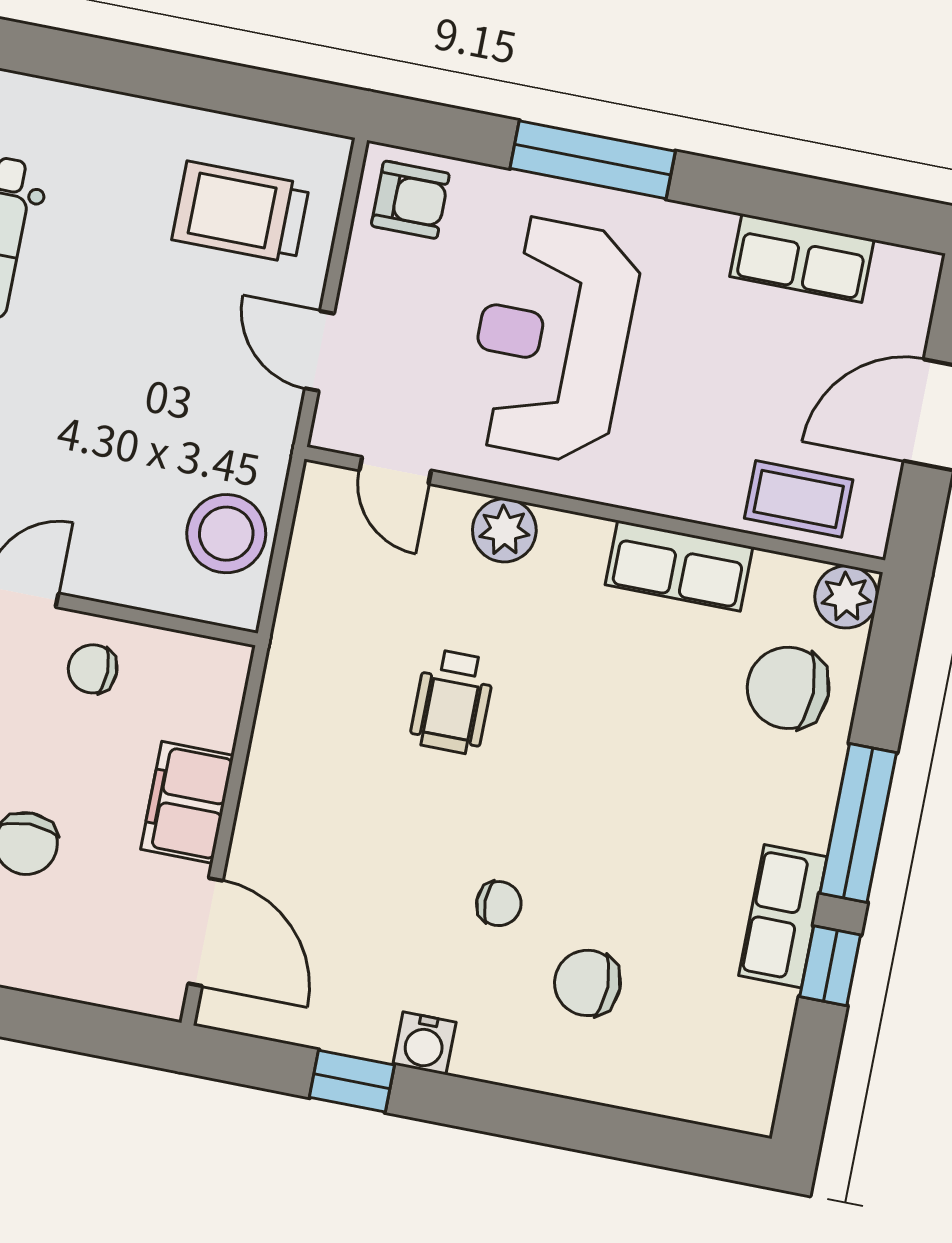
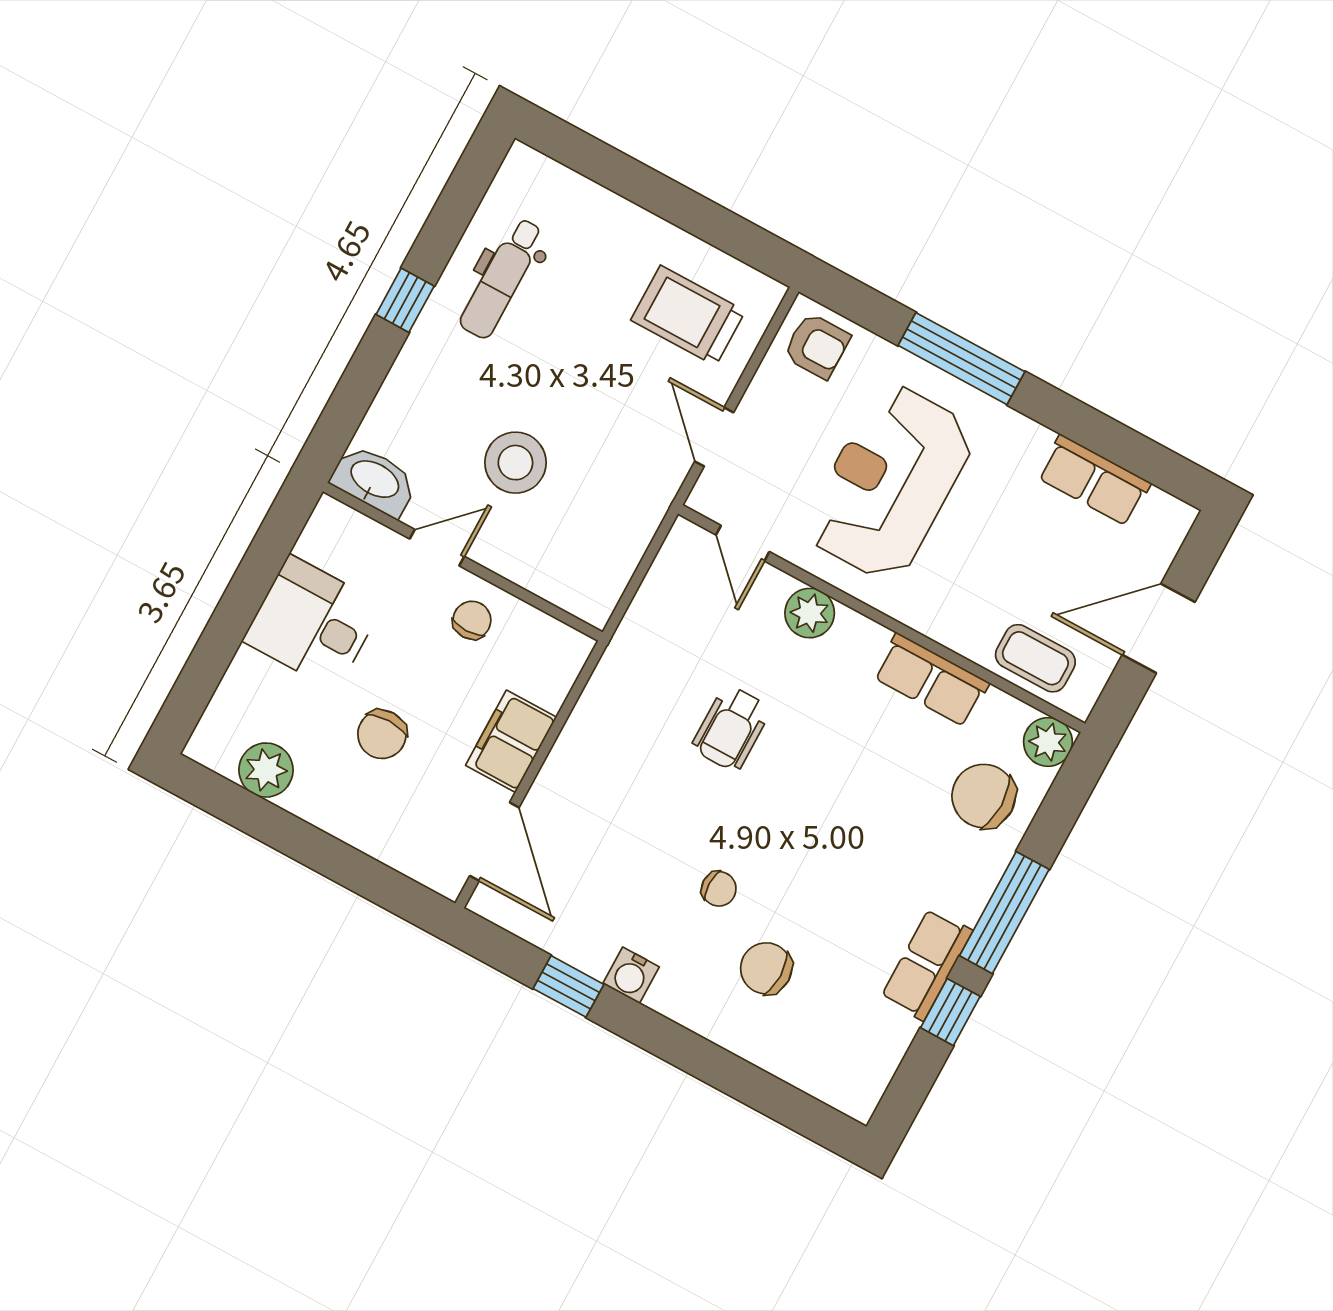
stool: (226, 534) -> (515, 463), moved
chair: (93, 669) -> (472, 620), turned 90

